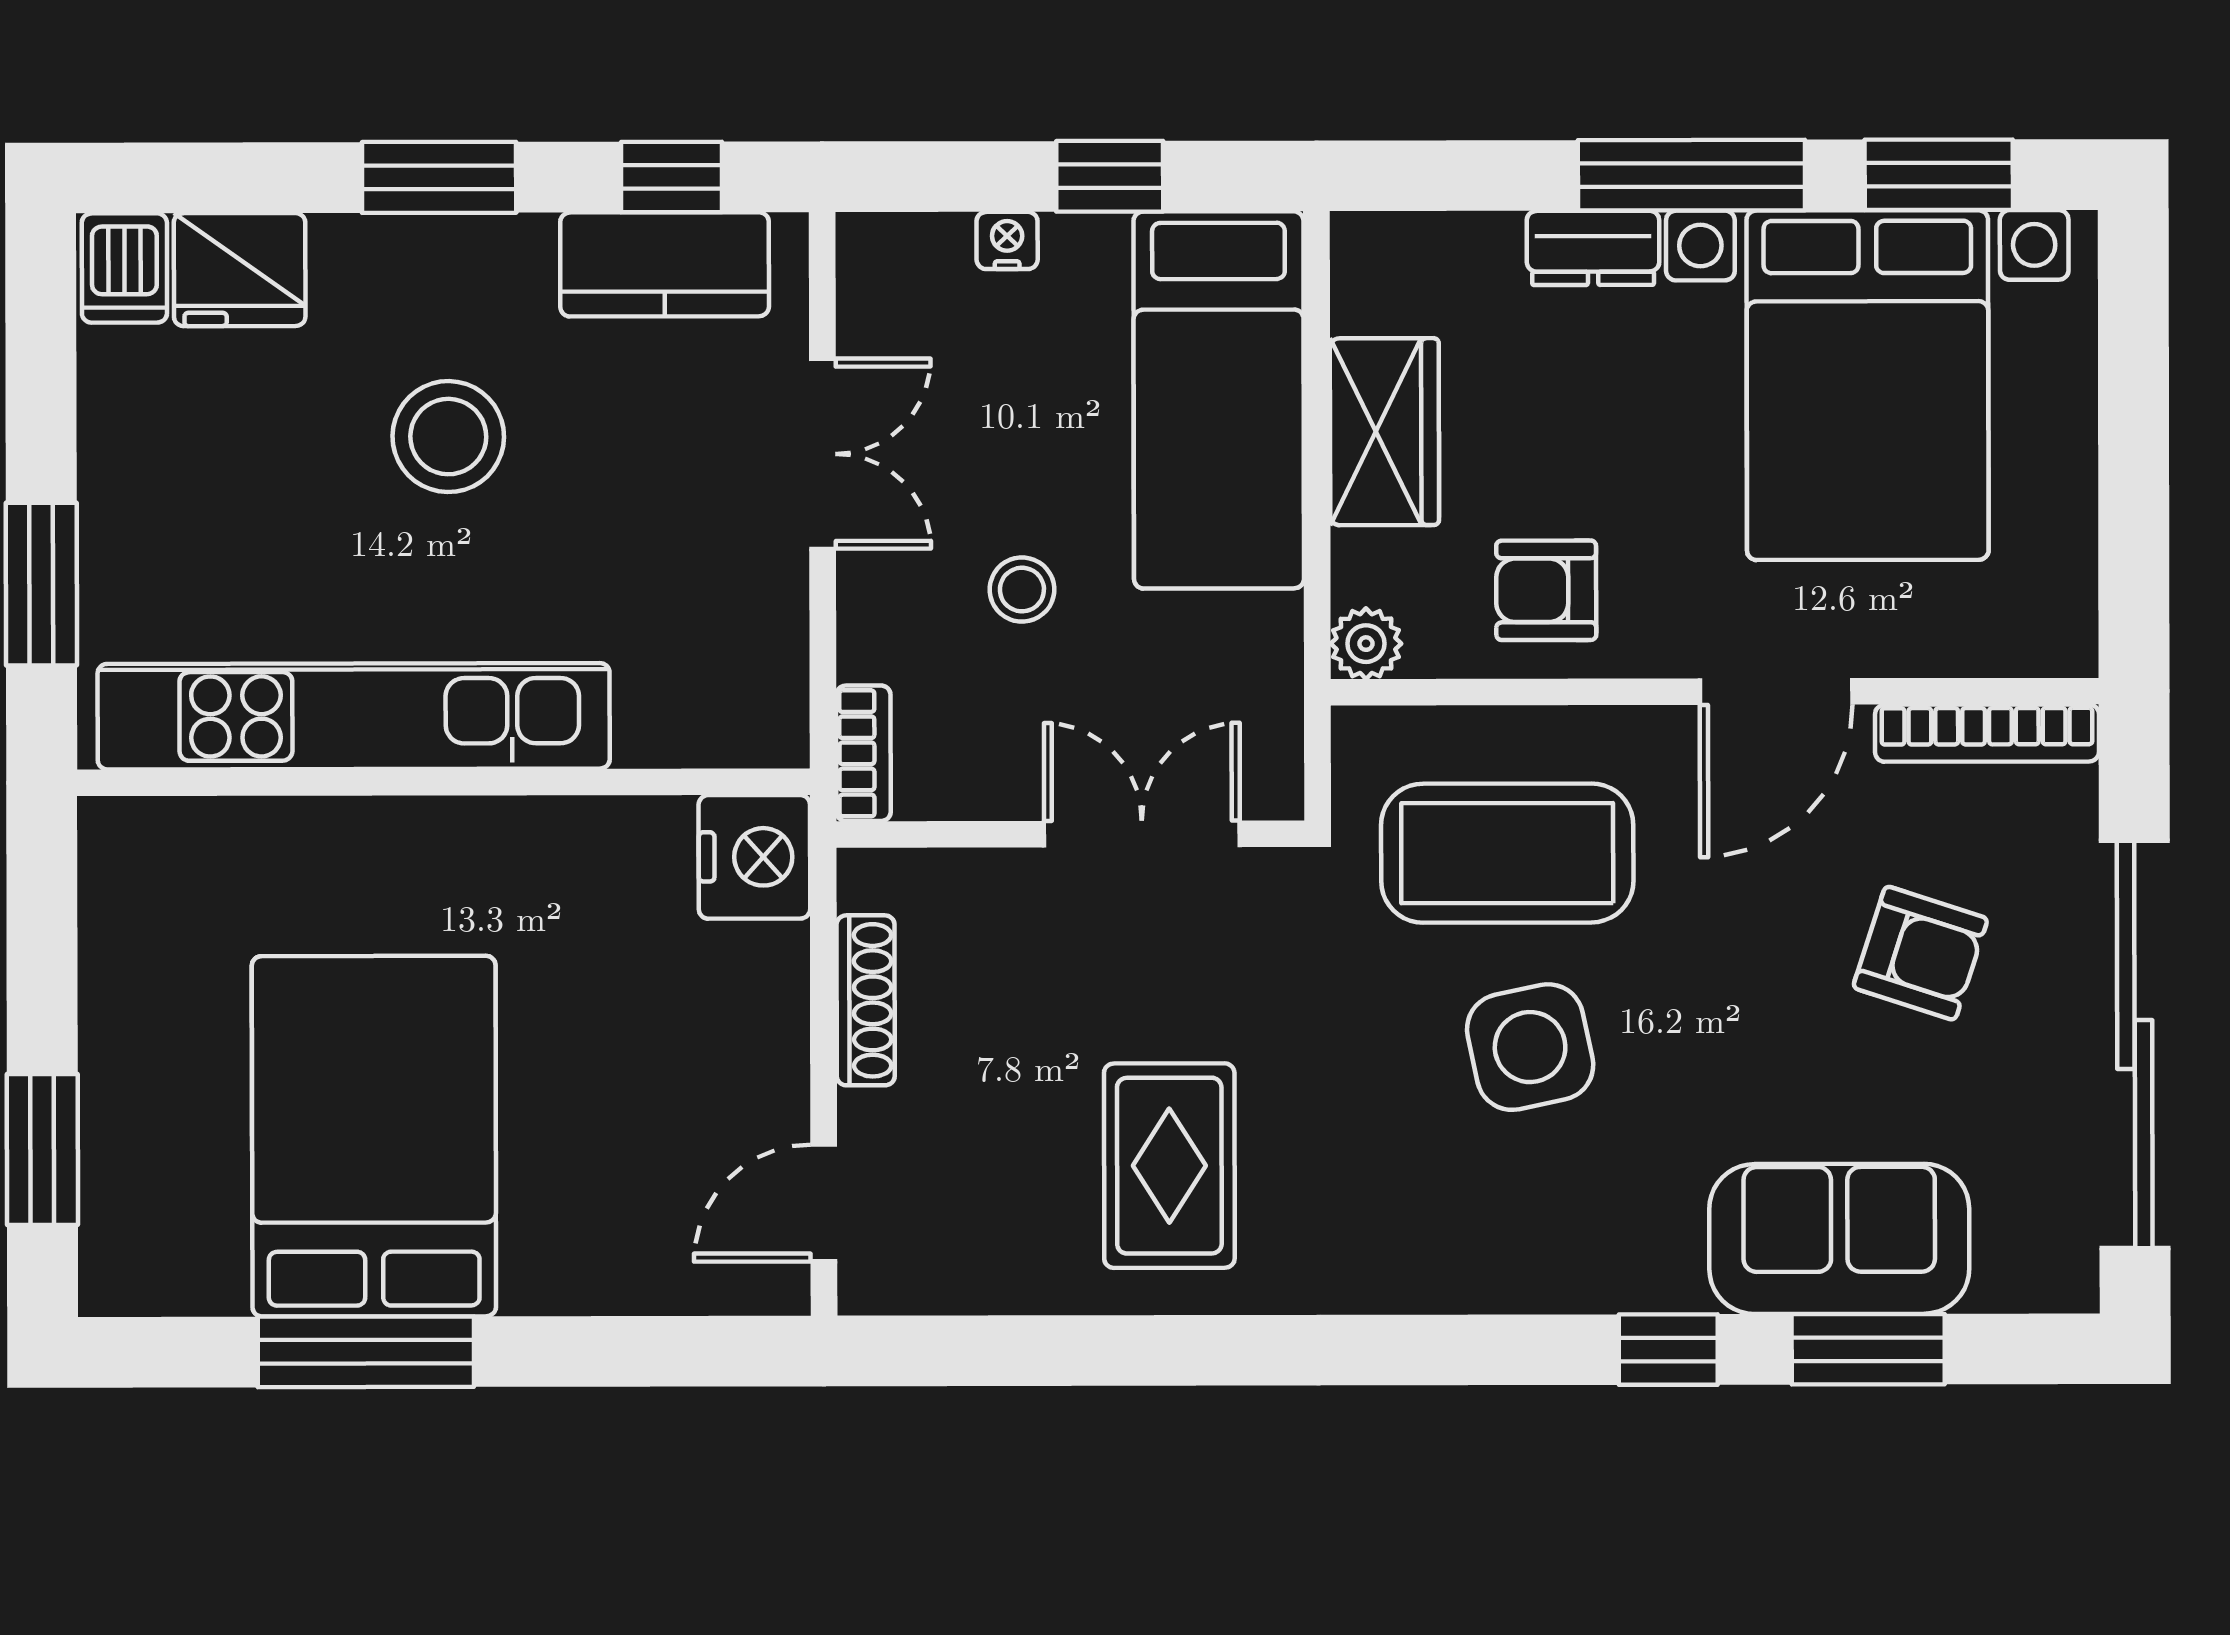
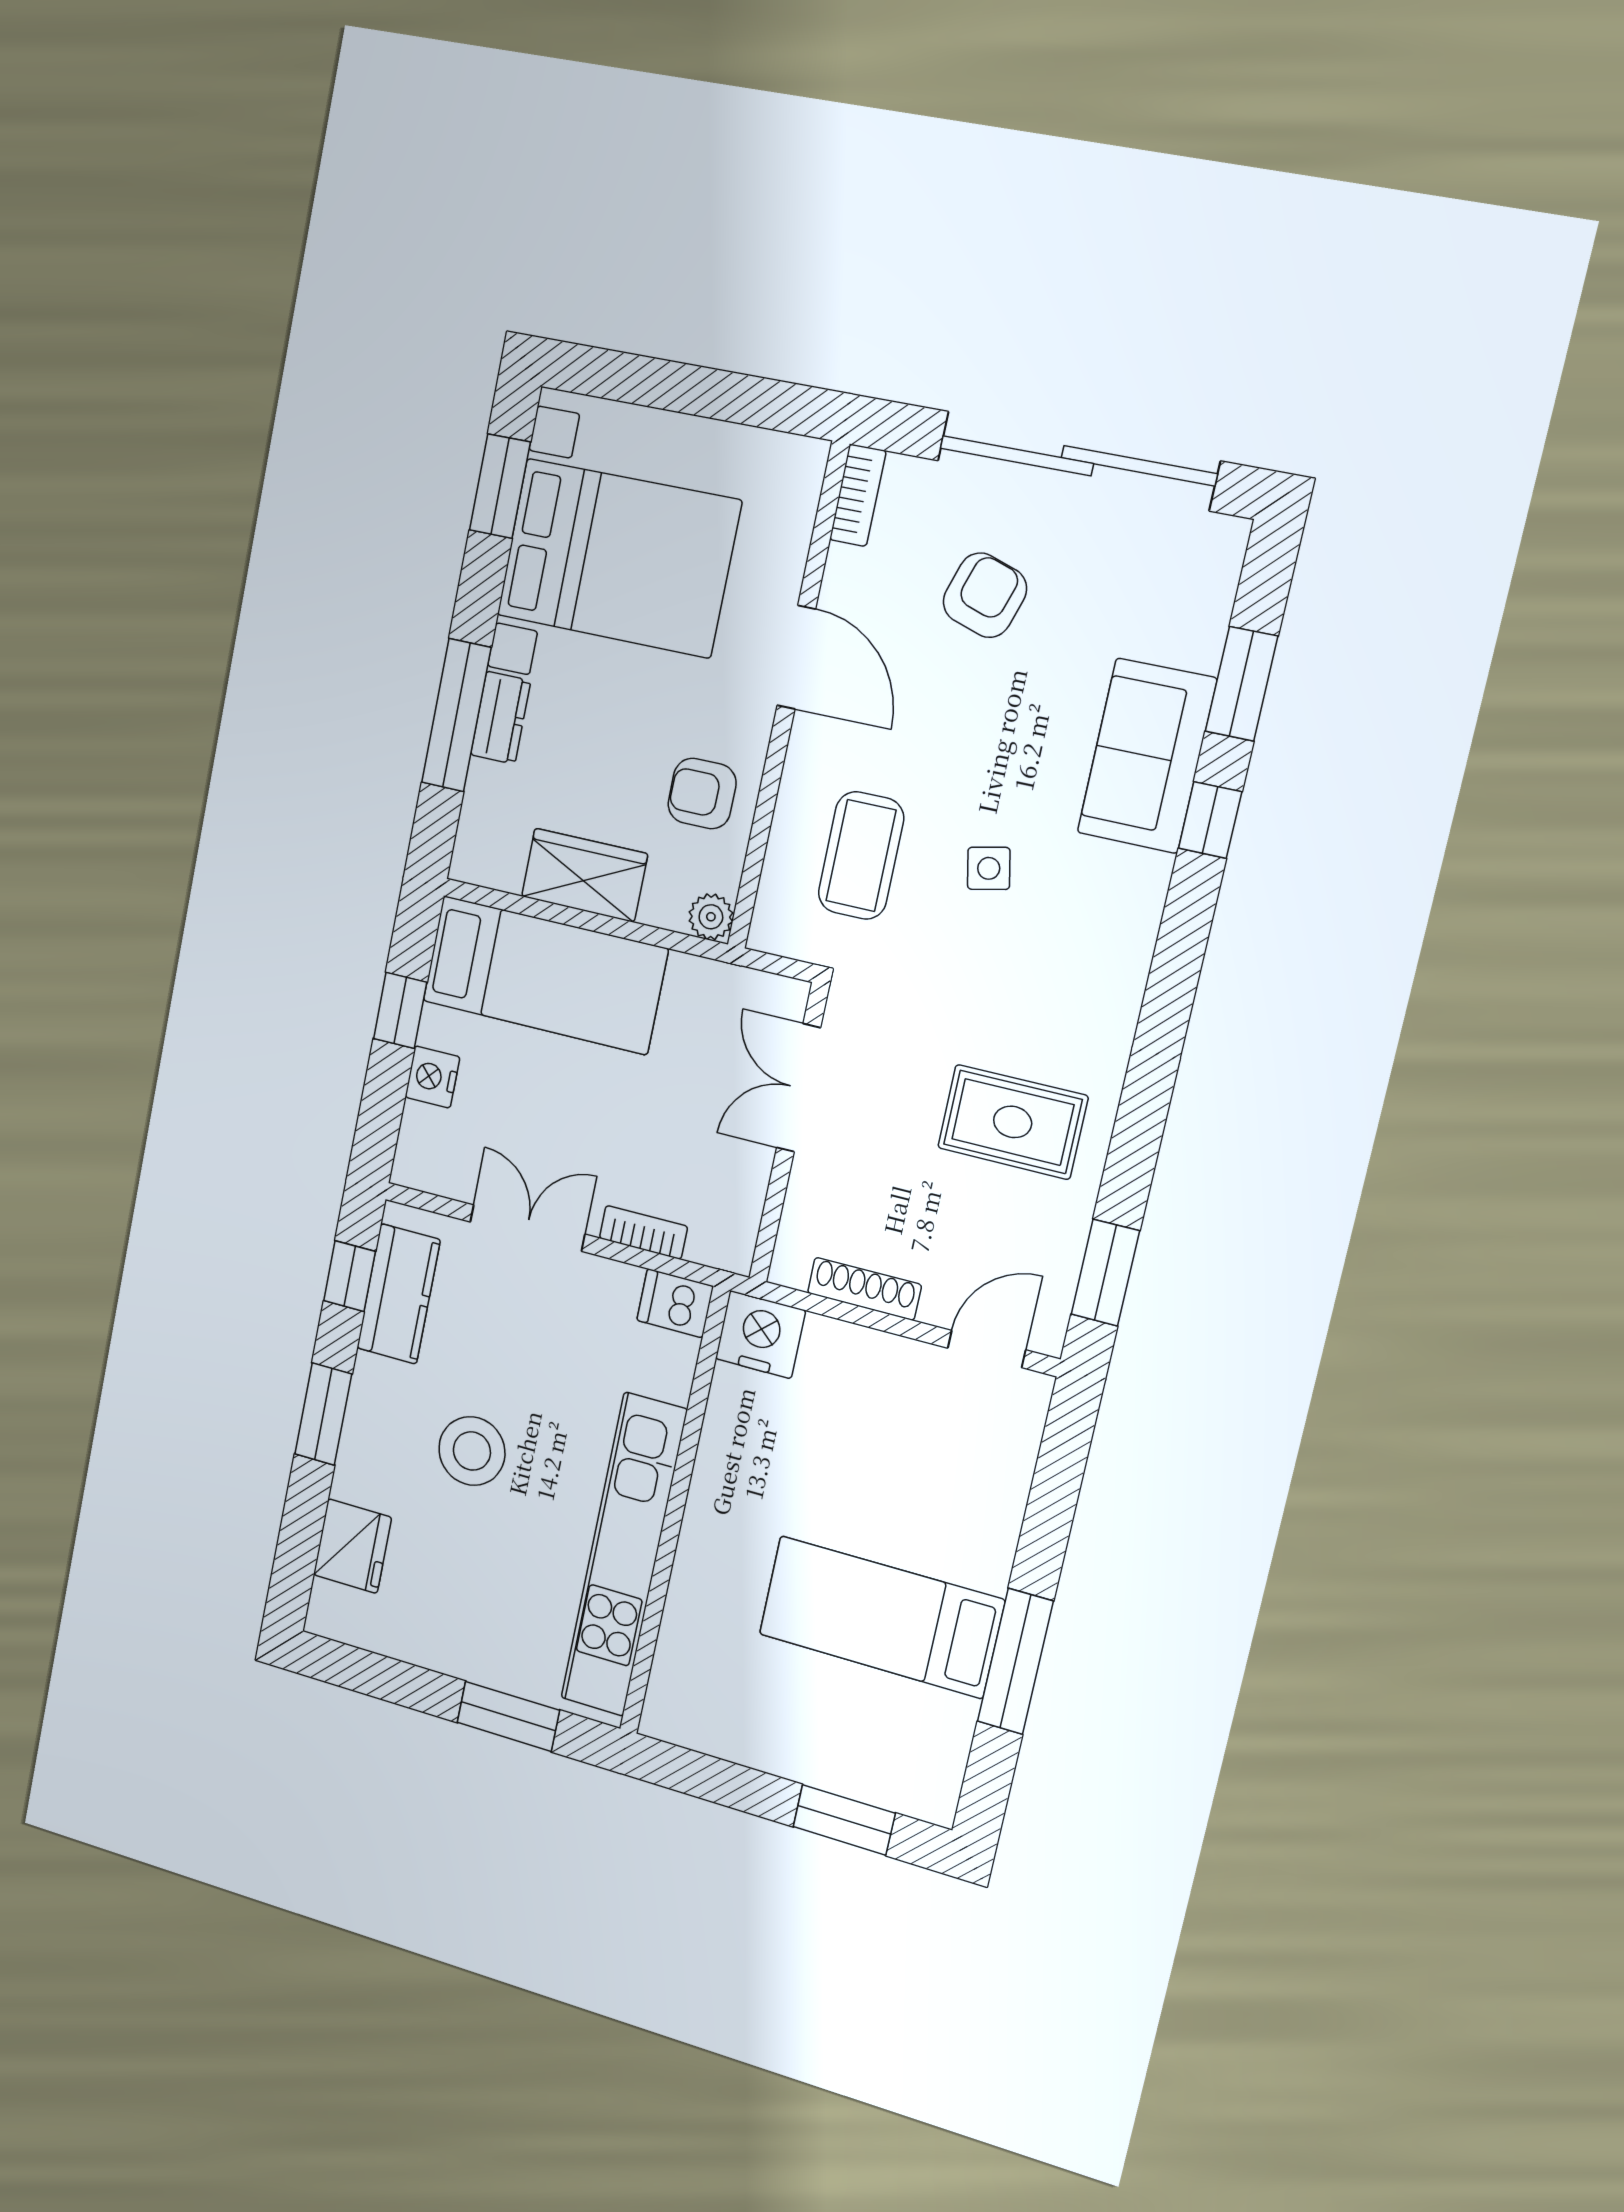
window: (1691, 175) -> (456, 715), moved
nightstand: (1007, 240) -> (432, 1077), width x1.39, depth x1.35
dishwasher: (124, 268) -> (675, 1303), moved, turned 180
stool: (1022, 590) -> (633, 1126), removed
armchair: (1546, 590) -> (702, 794), turned 90
bookcase: (1987, 733) -> (858, 495), width x0.64
bookcase: (863, 753) -> (643, 1232), moved
coffee table: (1507, 853) -> (861, 856), width x0.73, depth x0.76
side table: (1530, 1047) -> (989, 868), width x0.54, depth x0.54
bed: (374, 1136) -> (881, 1617), width x0.67
door: (824, 1203) -> (987, 1349), swing flipped
sofa: (1839, 1239) -> (1147, 756), moved
window: (982, 1351) -> (1105, 1273), added

